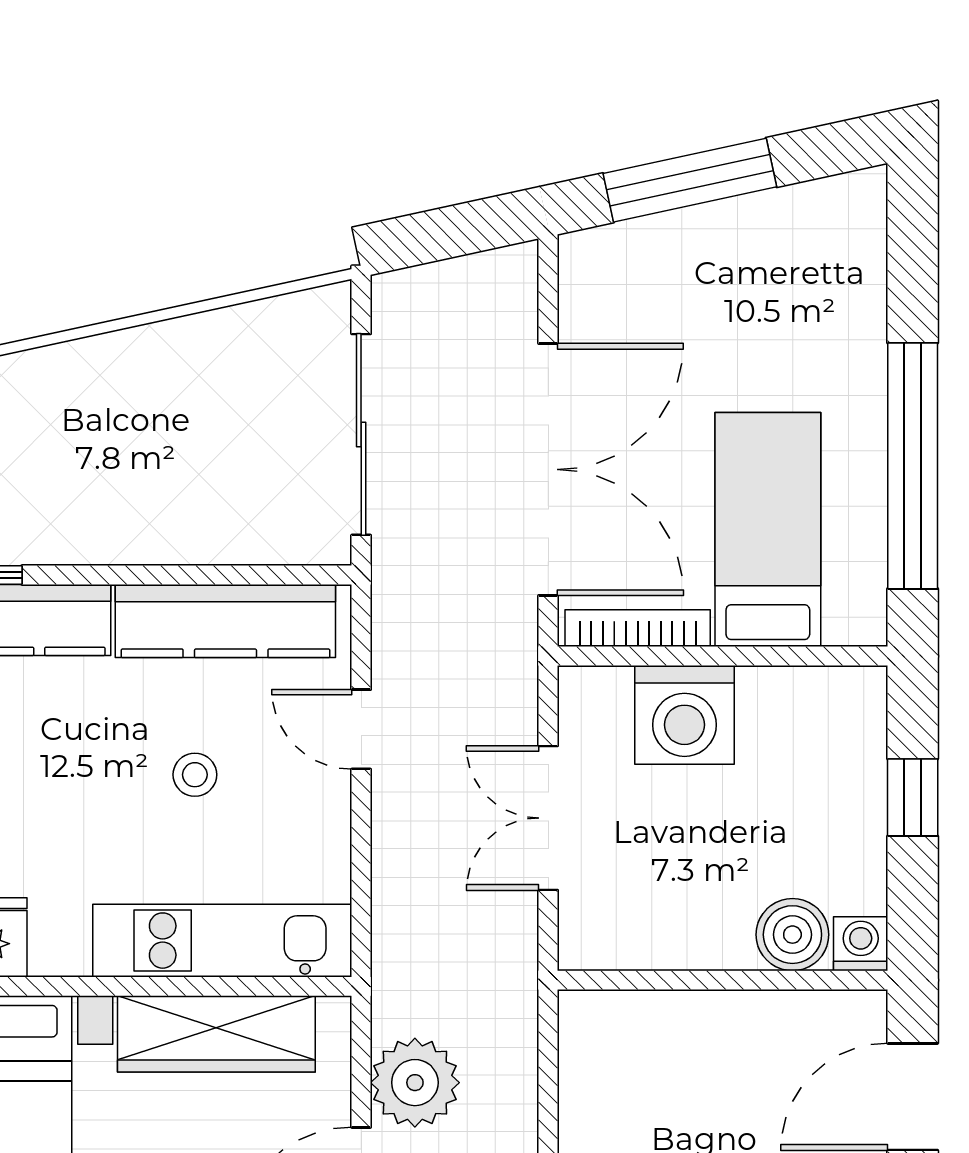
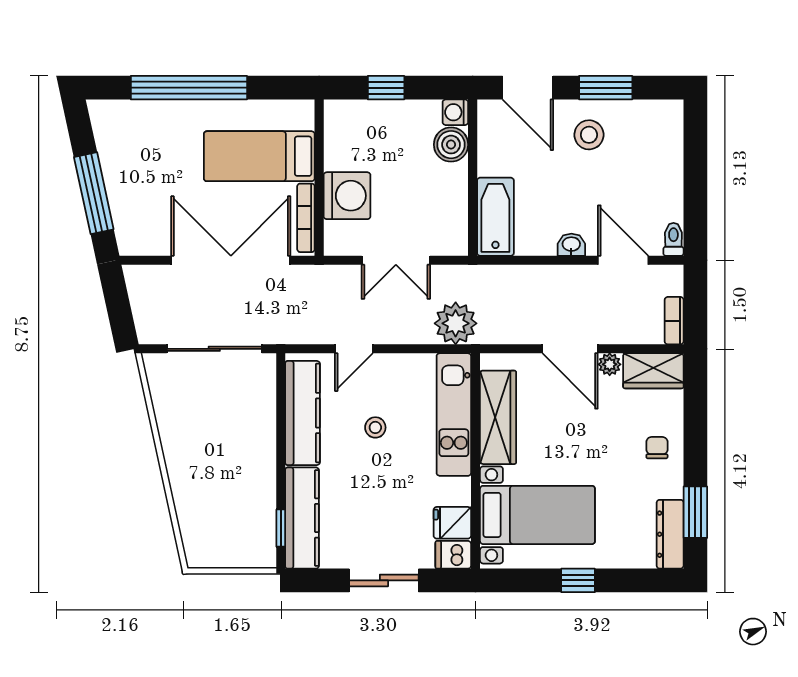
window: (913, 466) -> (189, 88), moved
bathtub: (640, 1028) -> (495, 217), added
plant: (415, 1083) -> (456, 323), moved

